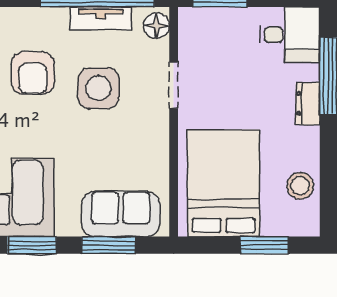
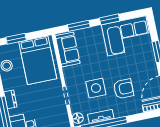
armchair: (33, 73) -> (124, 89), turned 90
sofa: (121, 214) -> (68, 50), moved, turned -90

